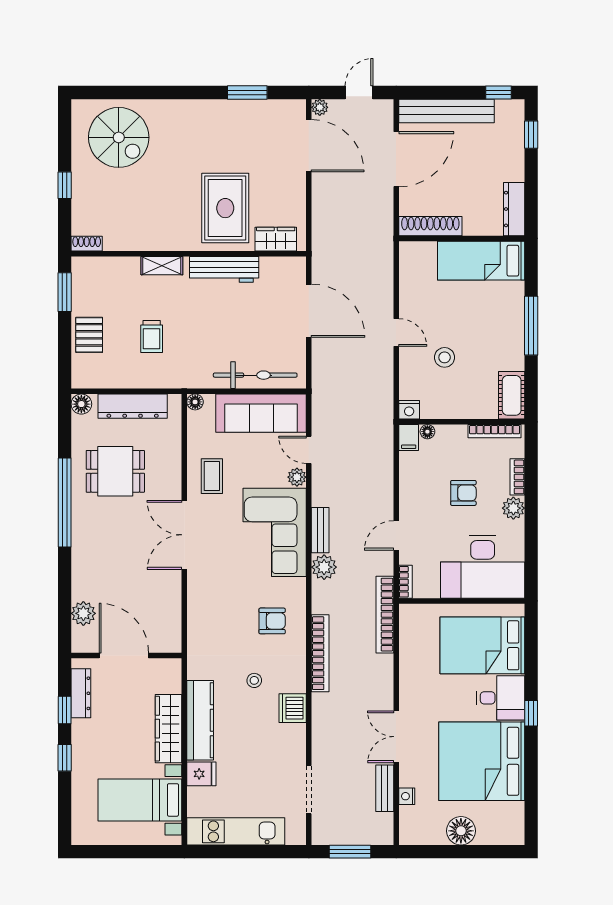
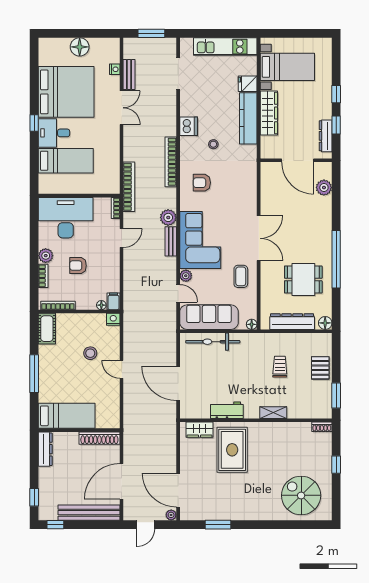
workbench: (224, 269) -> (227, 410), width x0.73
bed: (482, 645) -> (66, 161), width x0.67

